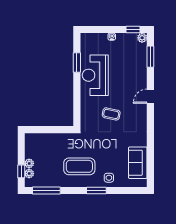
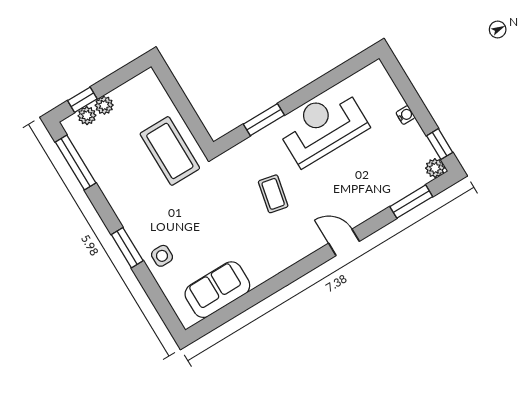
window: (77, 63) -> (264, 120), moved
coffee table: (79, 166) -> (170, 151), moved

